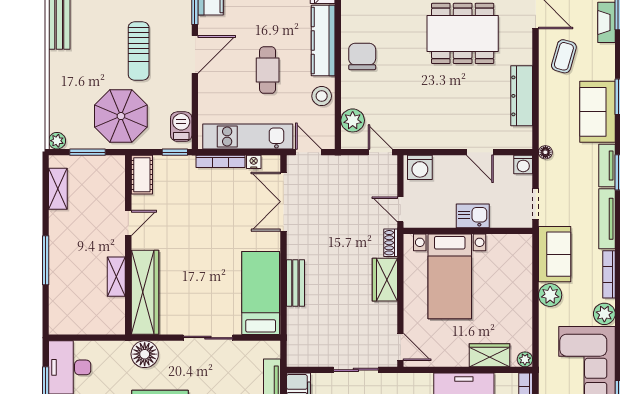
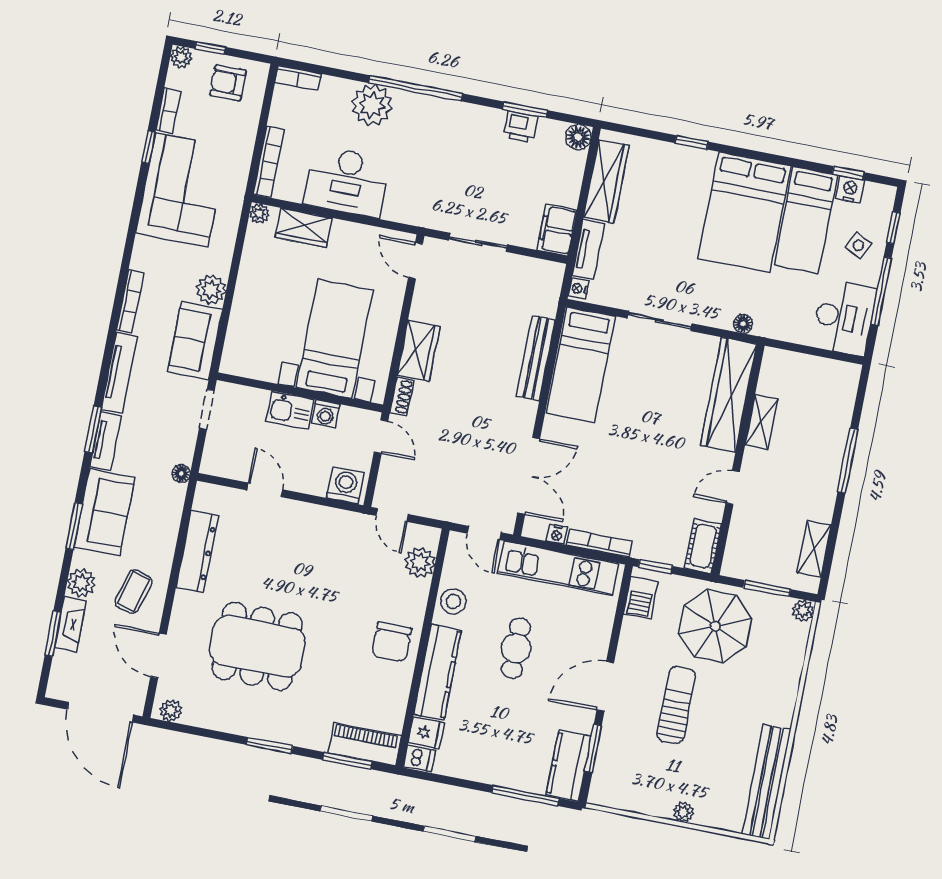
washing machine: (523, 164) -> (326, 414), moved, turned 180
bench: (295, 283) -> (536, 358), width x1.36
plant: (604, 314) -> (81, 583), moved
nightstand: (274, 350) -> (578, 289), added
floor lamp: (145, 354) -> (743, 324), width x0.53, depth x0.53

